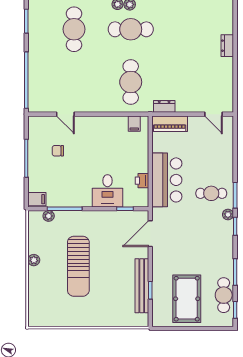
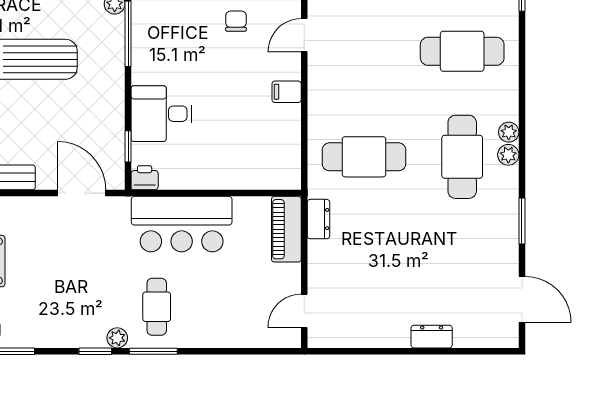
filing cabinet: (134, 124) -> (287, 92), moved
printer: (142, 181) -> (145, 178), moved

